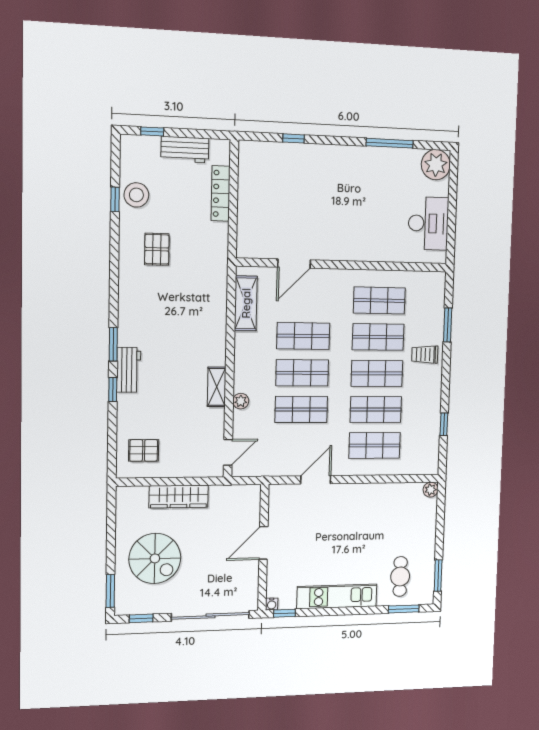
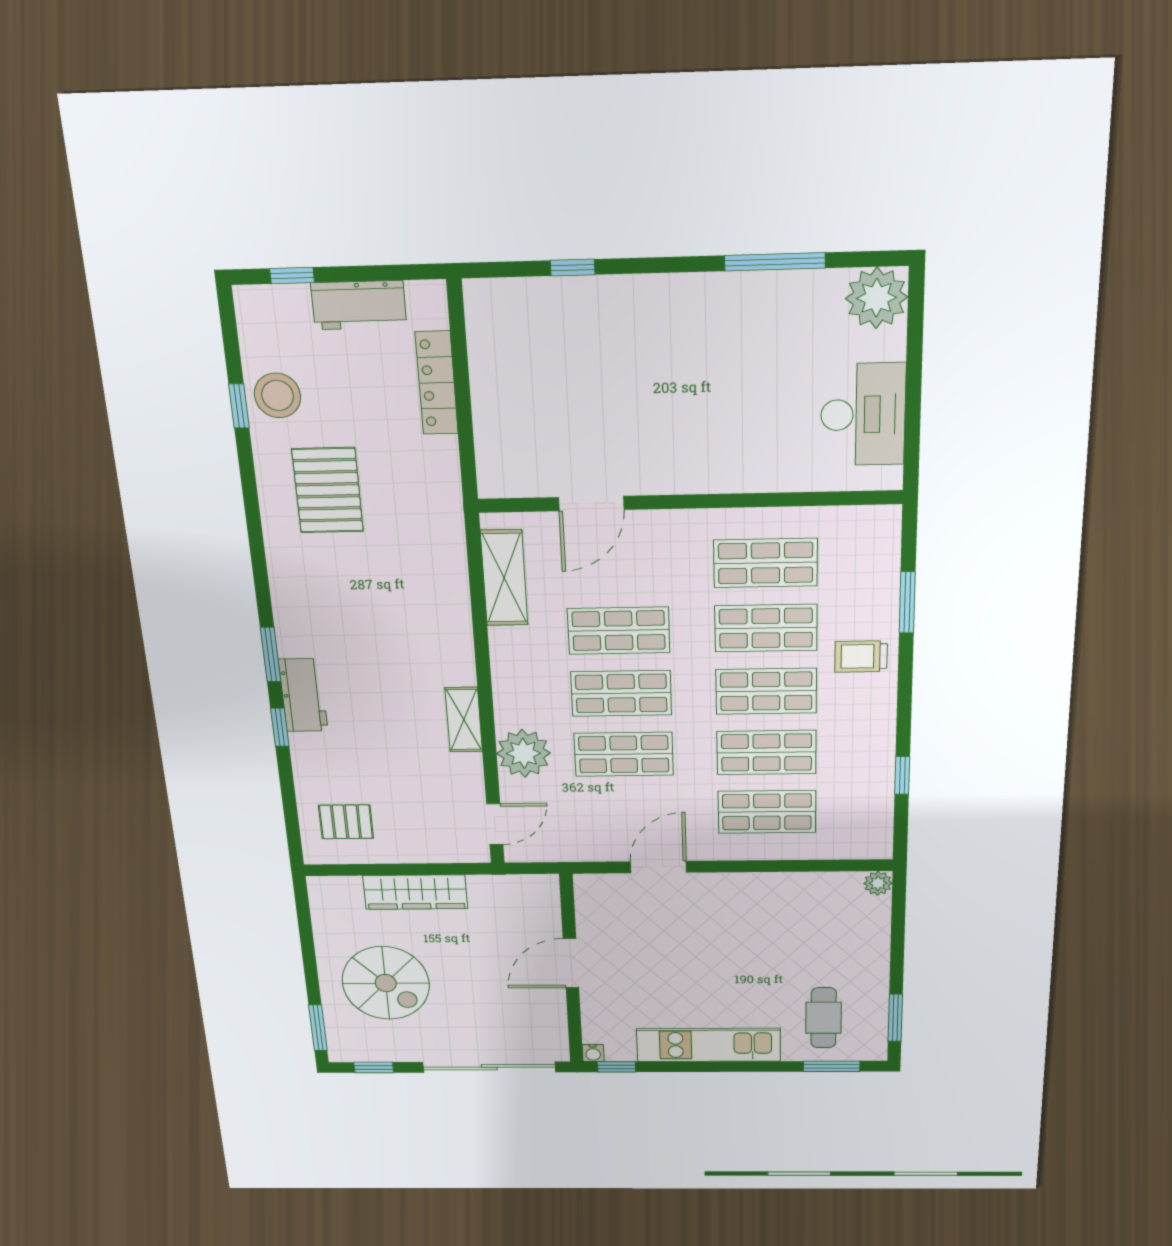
pallet: (157, 249) -> (328, 490), width x1.50, depth x1.42
plant: (241, 401) -> (524, 753), width x1.88, depth x1.88

